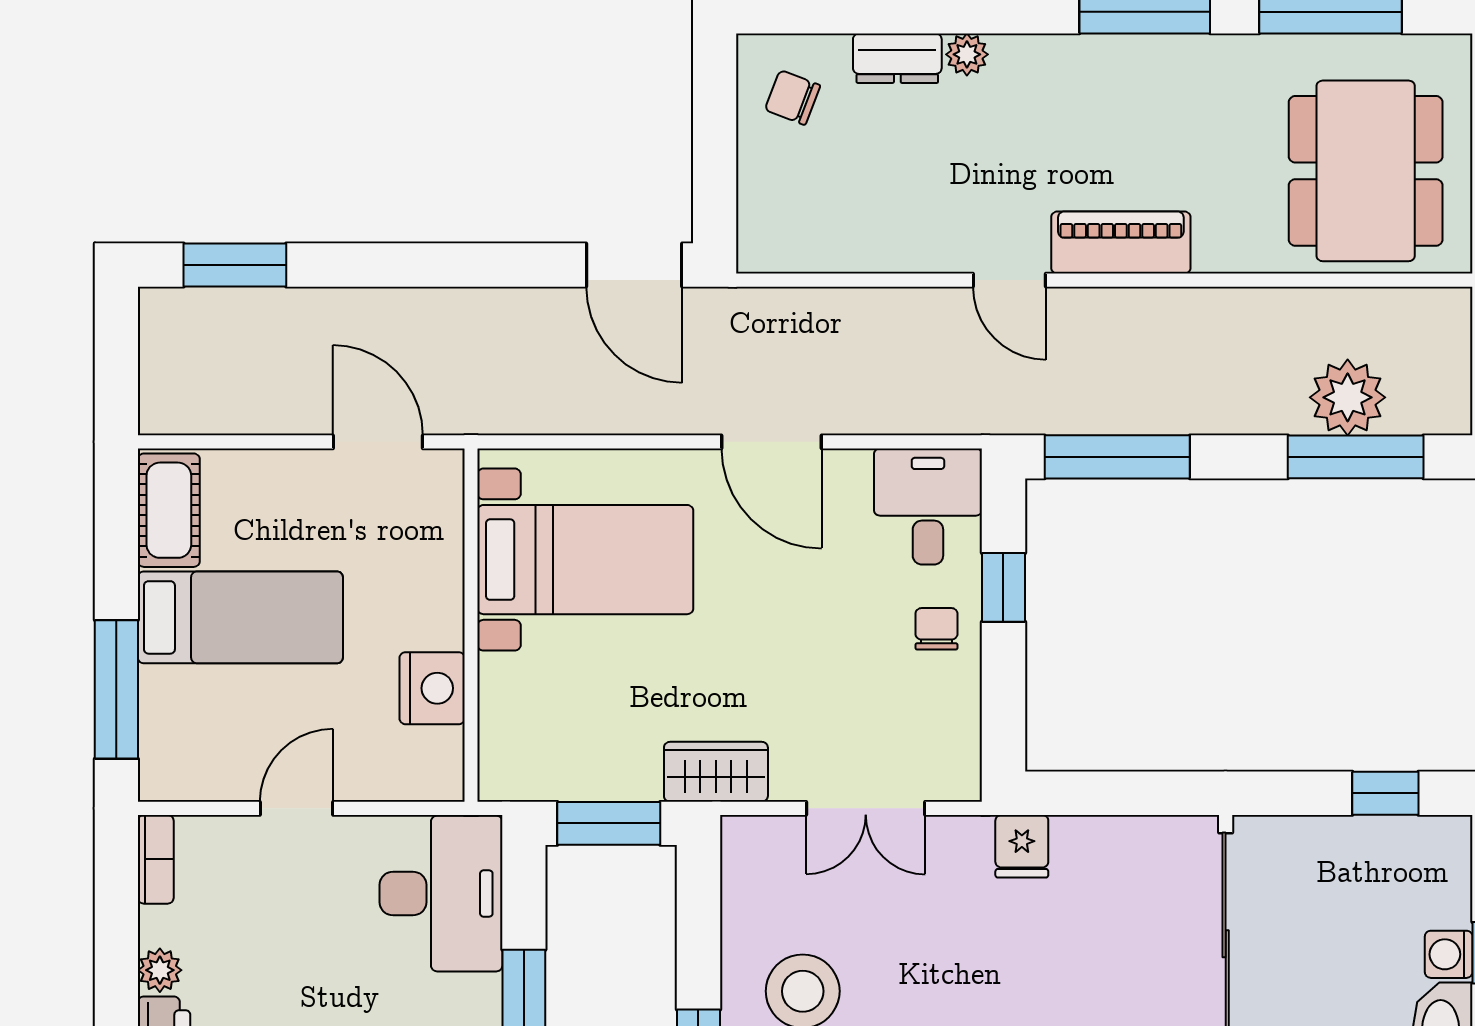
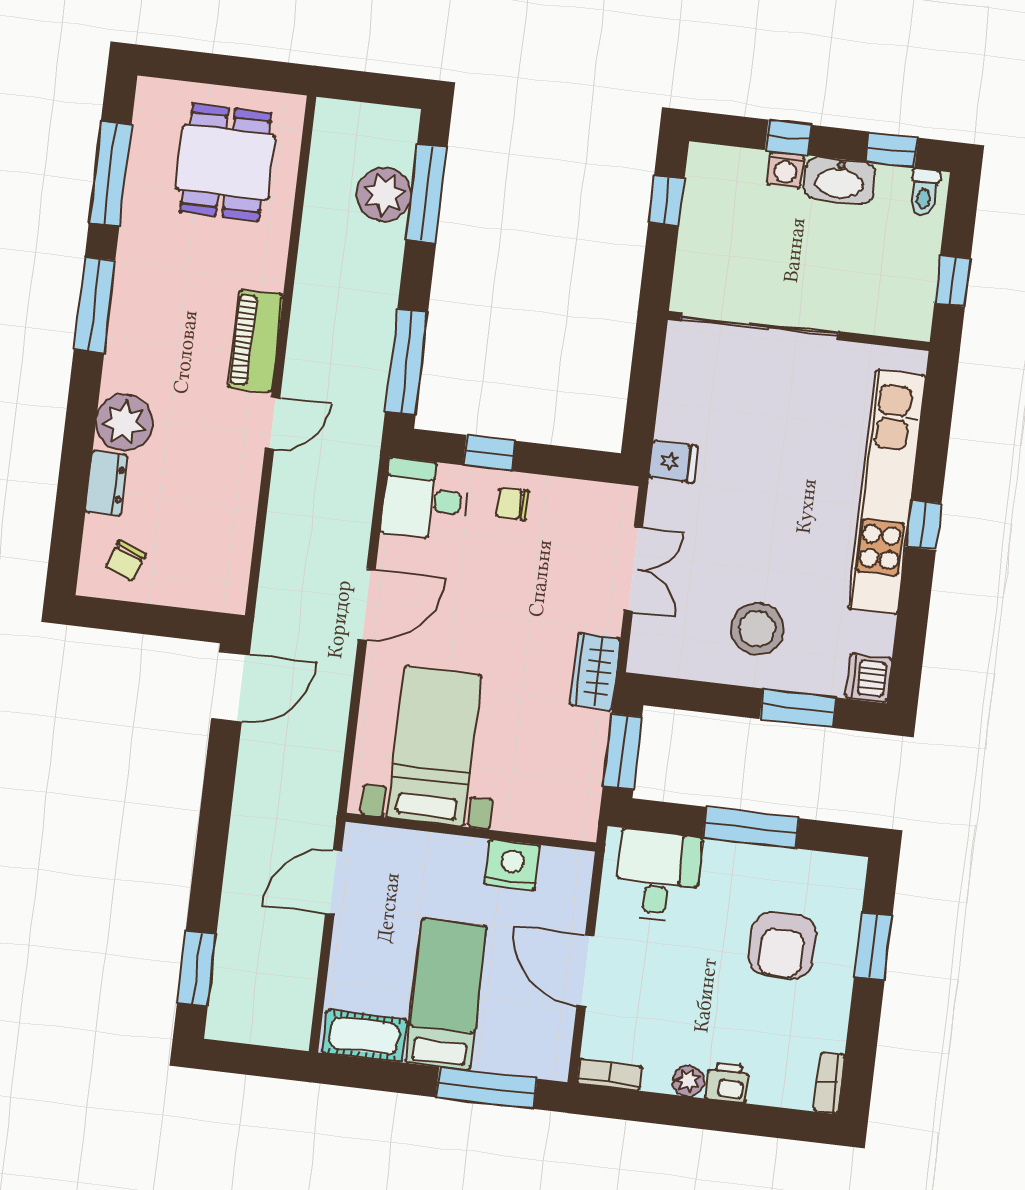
plant: (967, 54) -> (124, 422), width x1.88, depth x1.88
dining table: (1366, 171) -> (225, 162), width x0.73
door: (297, 808) -> (585, 971), width x1.38
desk: (441, 894) -> (658, 876), width x0.73

